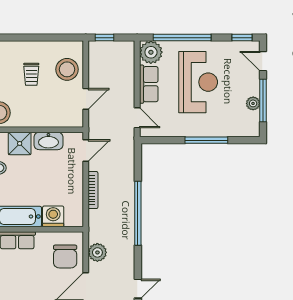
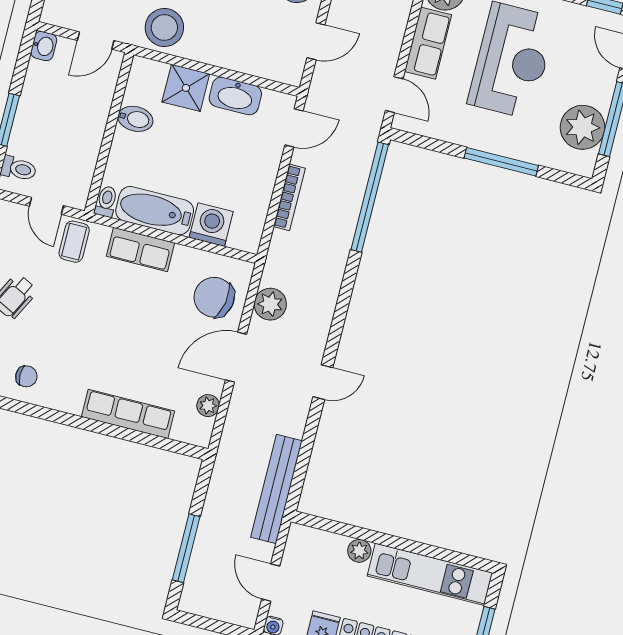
plant: (253, 103) -> (583, 127), width x1.87, depth x1.87
window: (138, 213) -> (370, 197), moved
chair: (65, 257) -> (214, 297), turned 100

